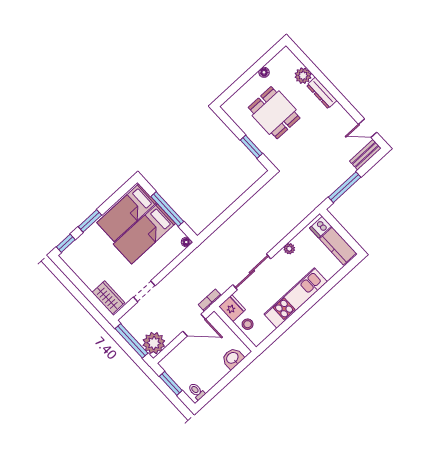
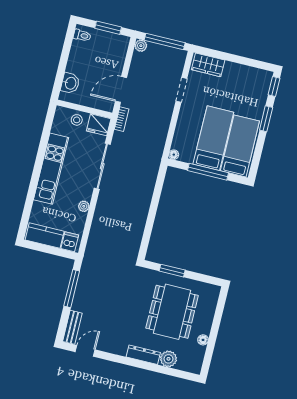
dining table: (274, 113) -> (172, 312), width x1.38
plant: (154, 343) -> (141, 46), width x0.53, depth x0.53

